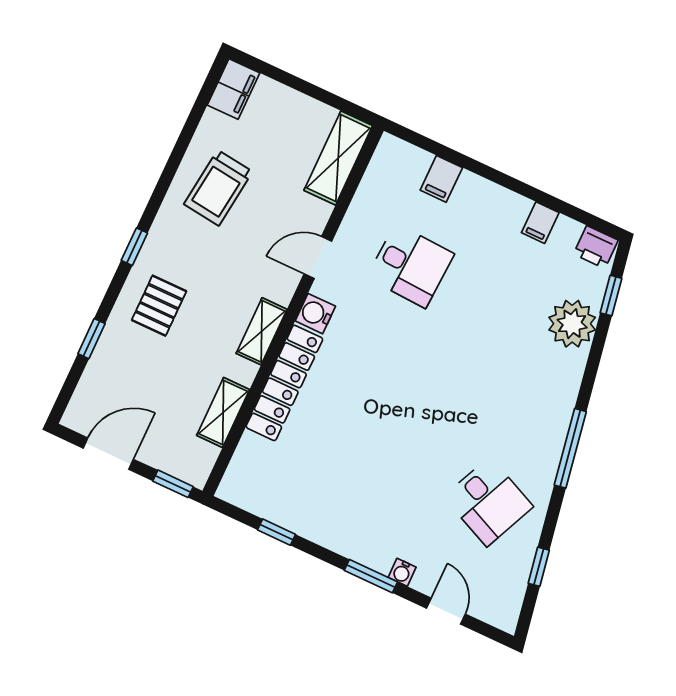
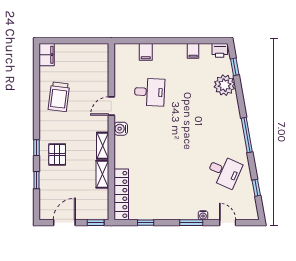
shelving: (338, 158) -> (101, 63), removed
window: (134, 247) -> (36, 148), moved
locker: (284, 383) -> (121, 194), moved
shelving: (223, 412) -> (102, 174), moved

